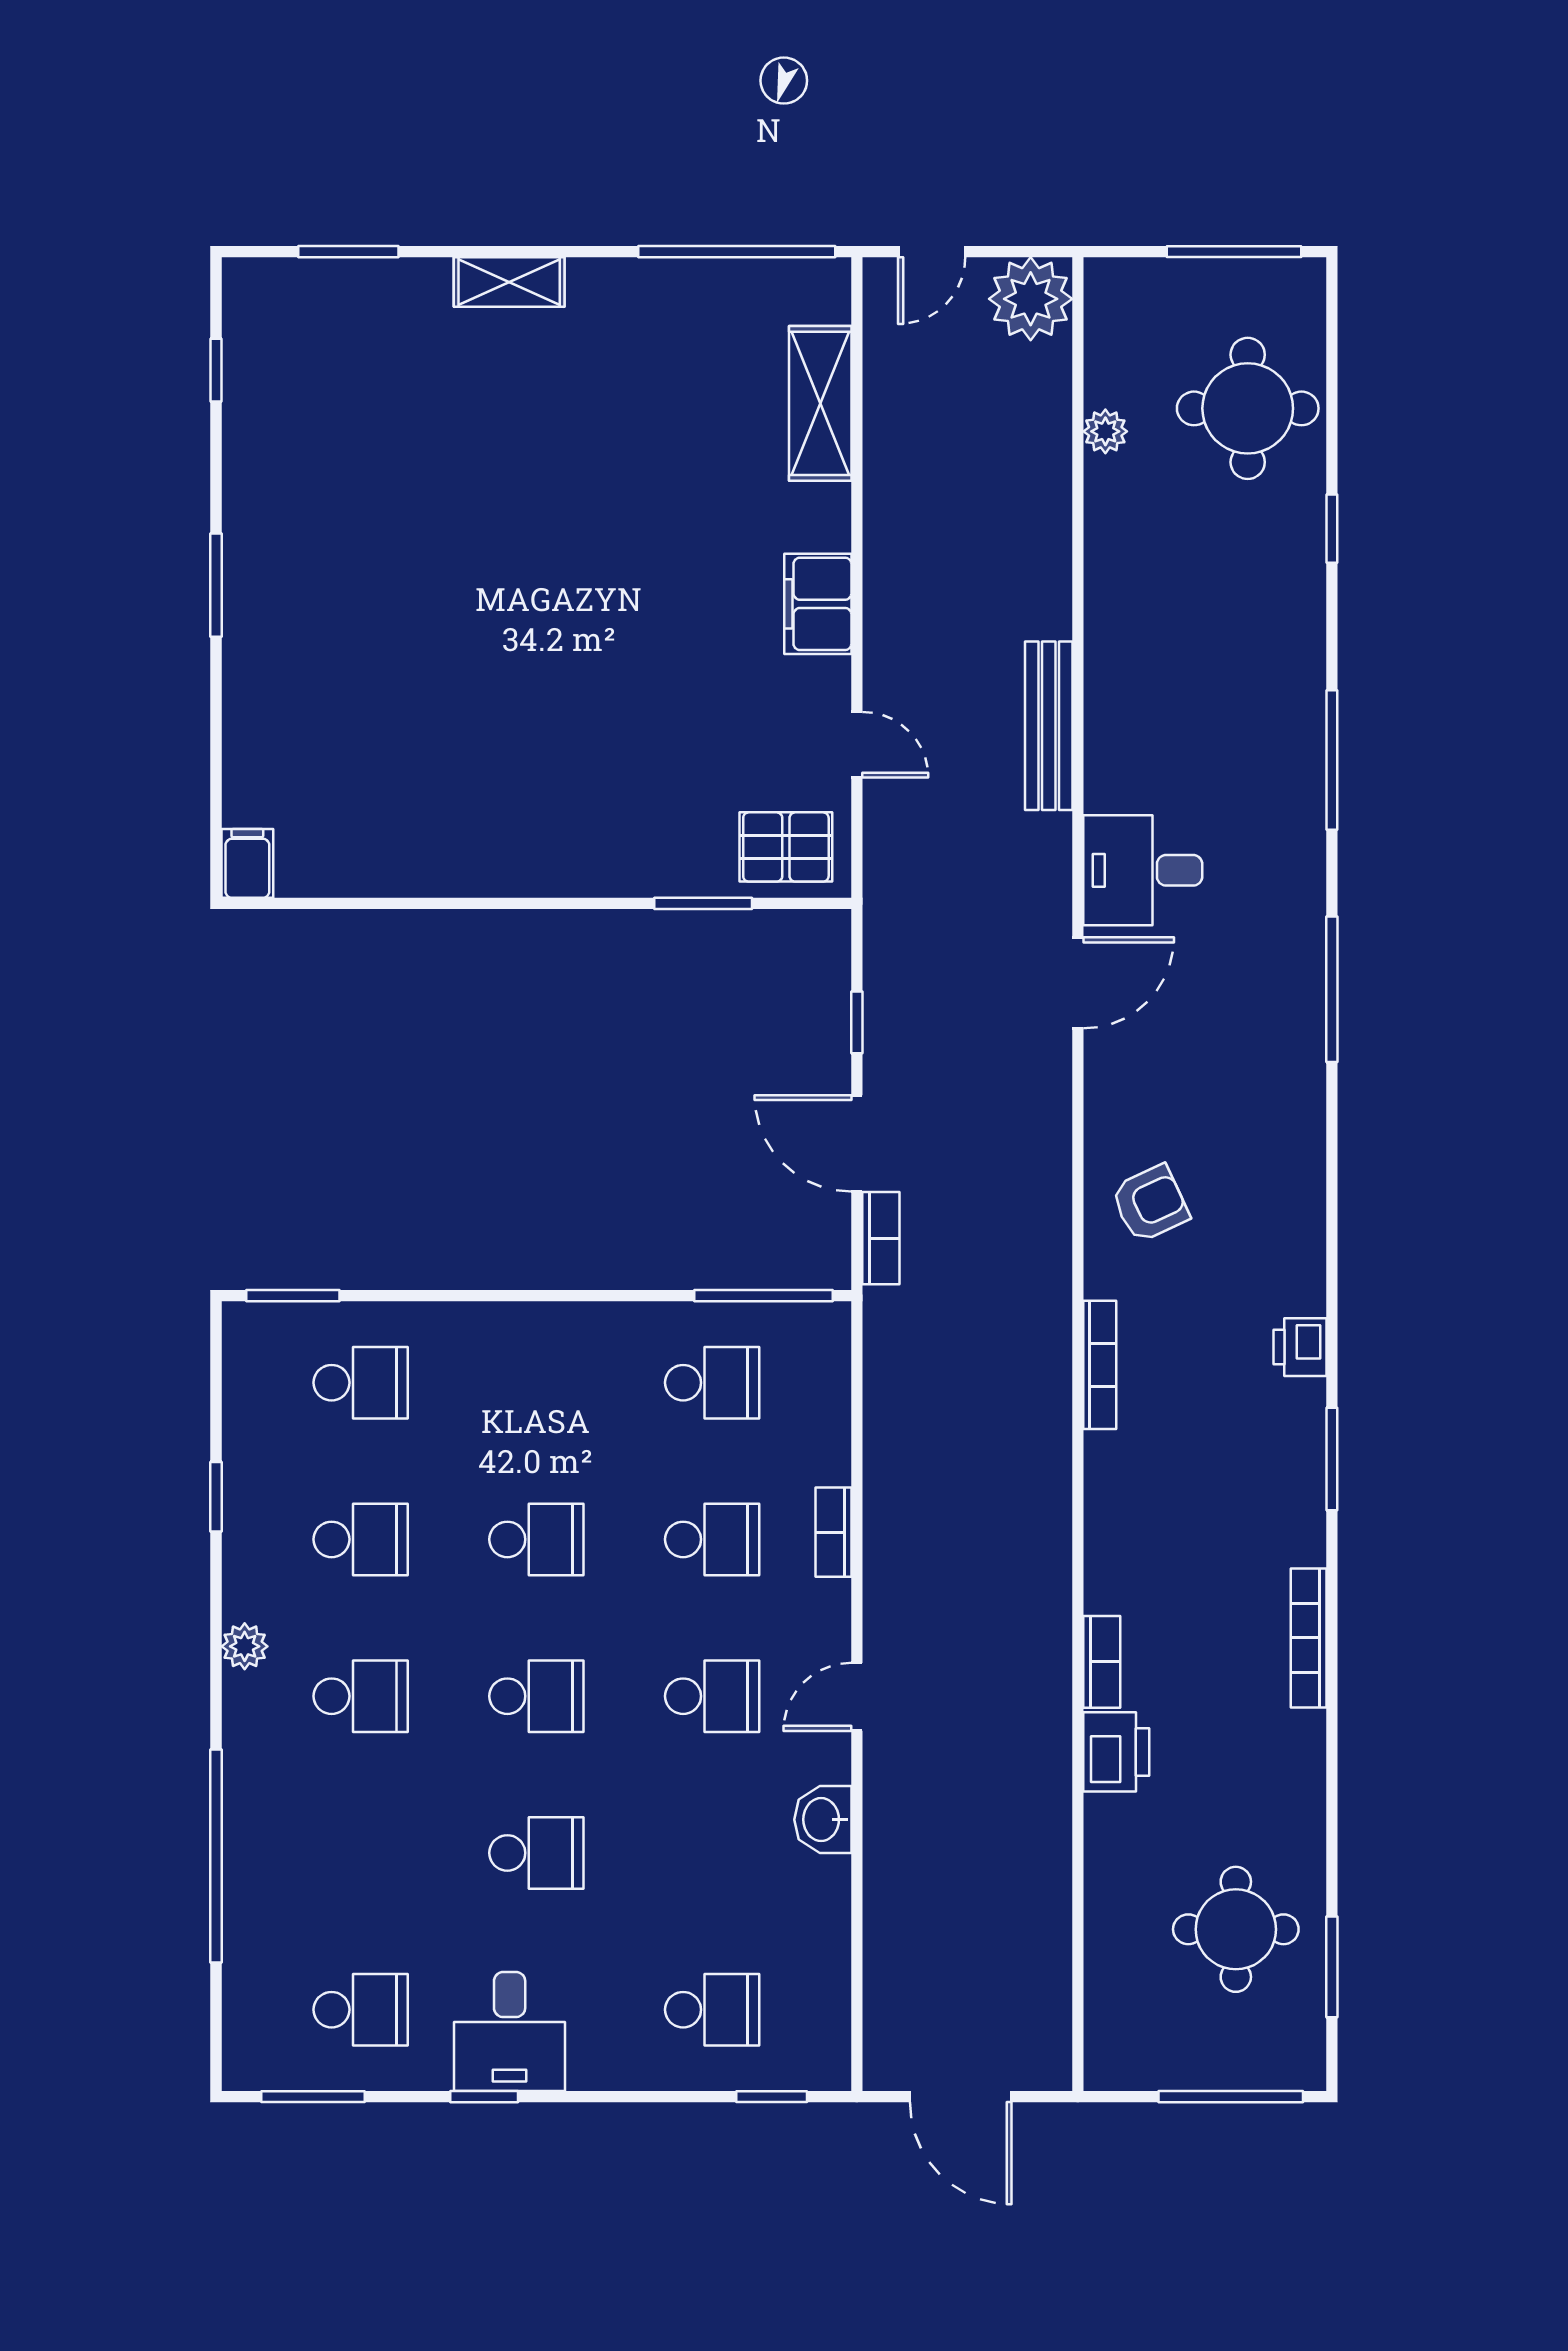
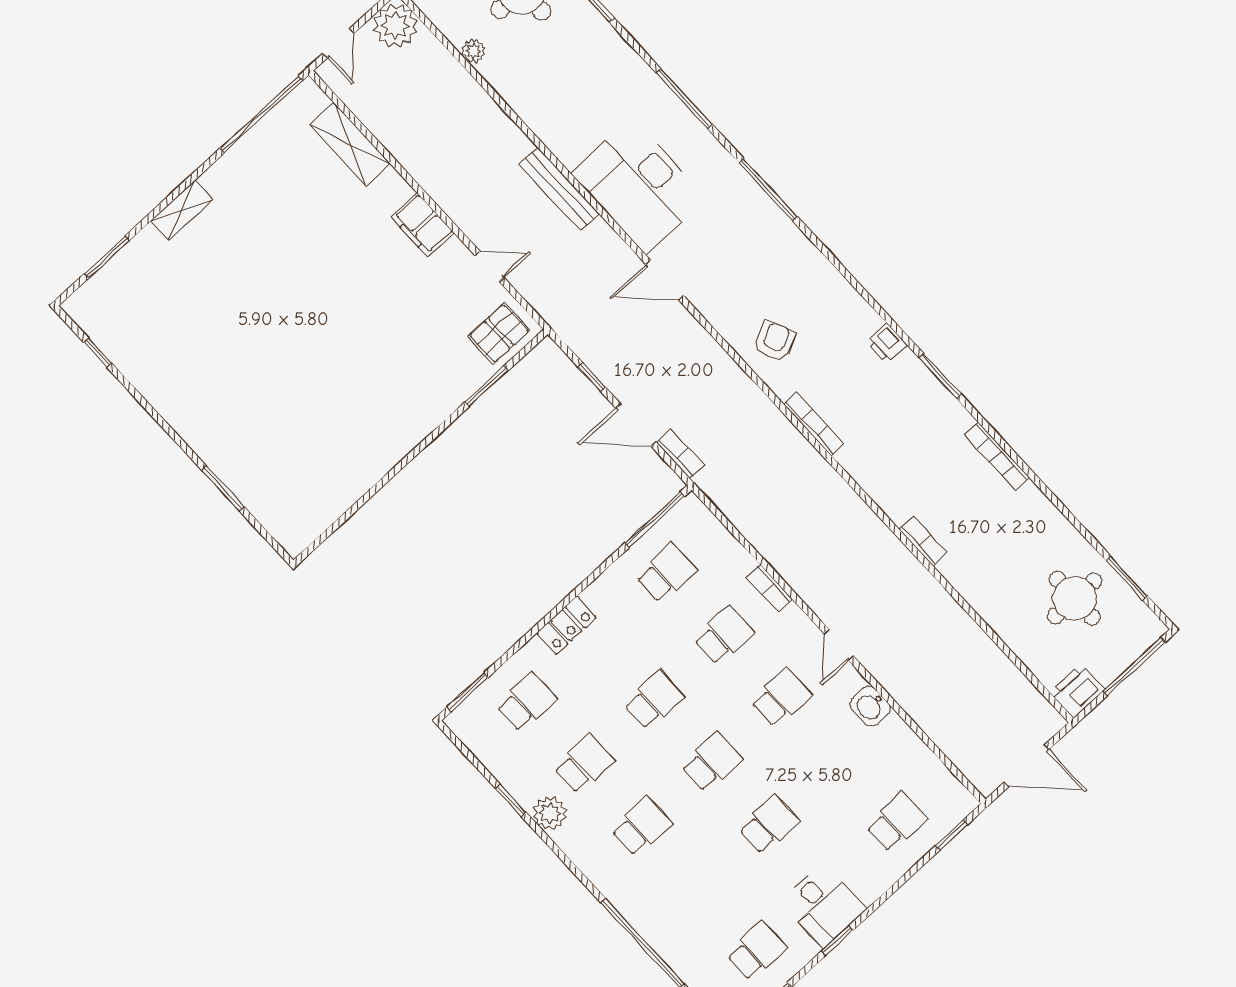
window: (216, 585) -> (223, 488), moved
filing cabinet: (247, 863) -> (291, 537), removed
desk: (1143, 870) -> (639, 186), width x1.87, depth x1.30
door: (1078, 983) -> (665, 280), swing flipped
locker: (511, 1328) -> (566, 625), added
plant: (245, 1646) -> (550, 813), moved, width x1.38, depth x1.38
printer: (1116, 1752) -> (1077, 691), moved, turned -90

